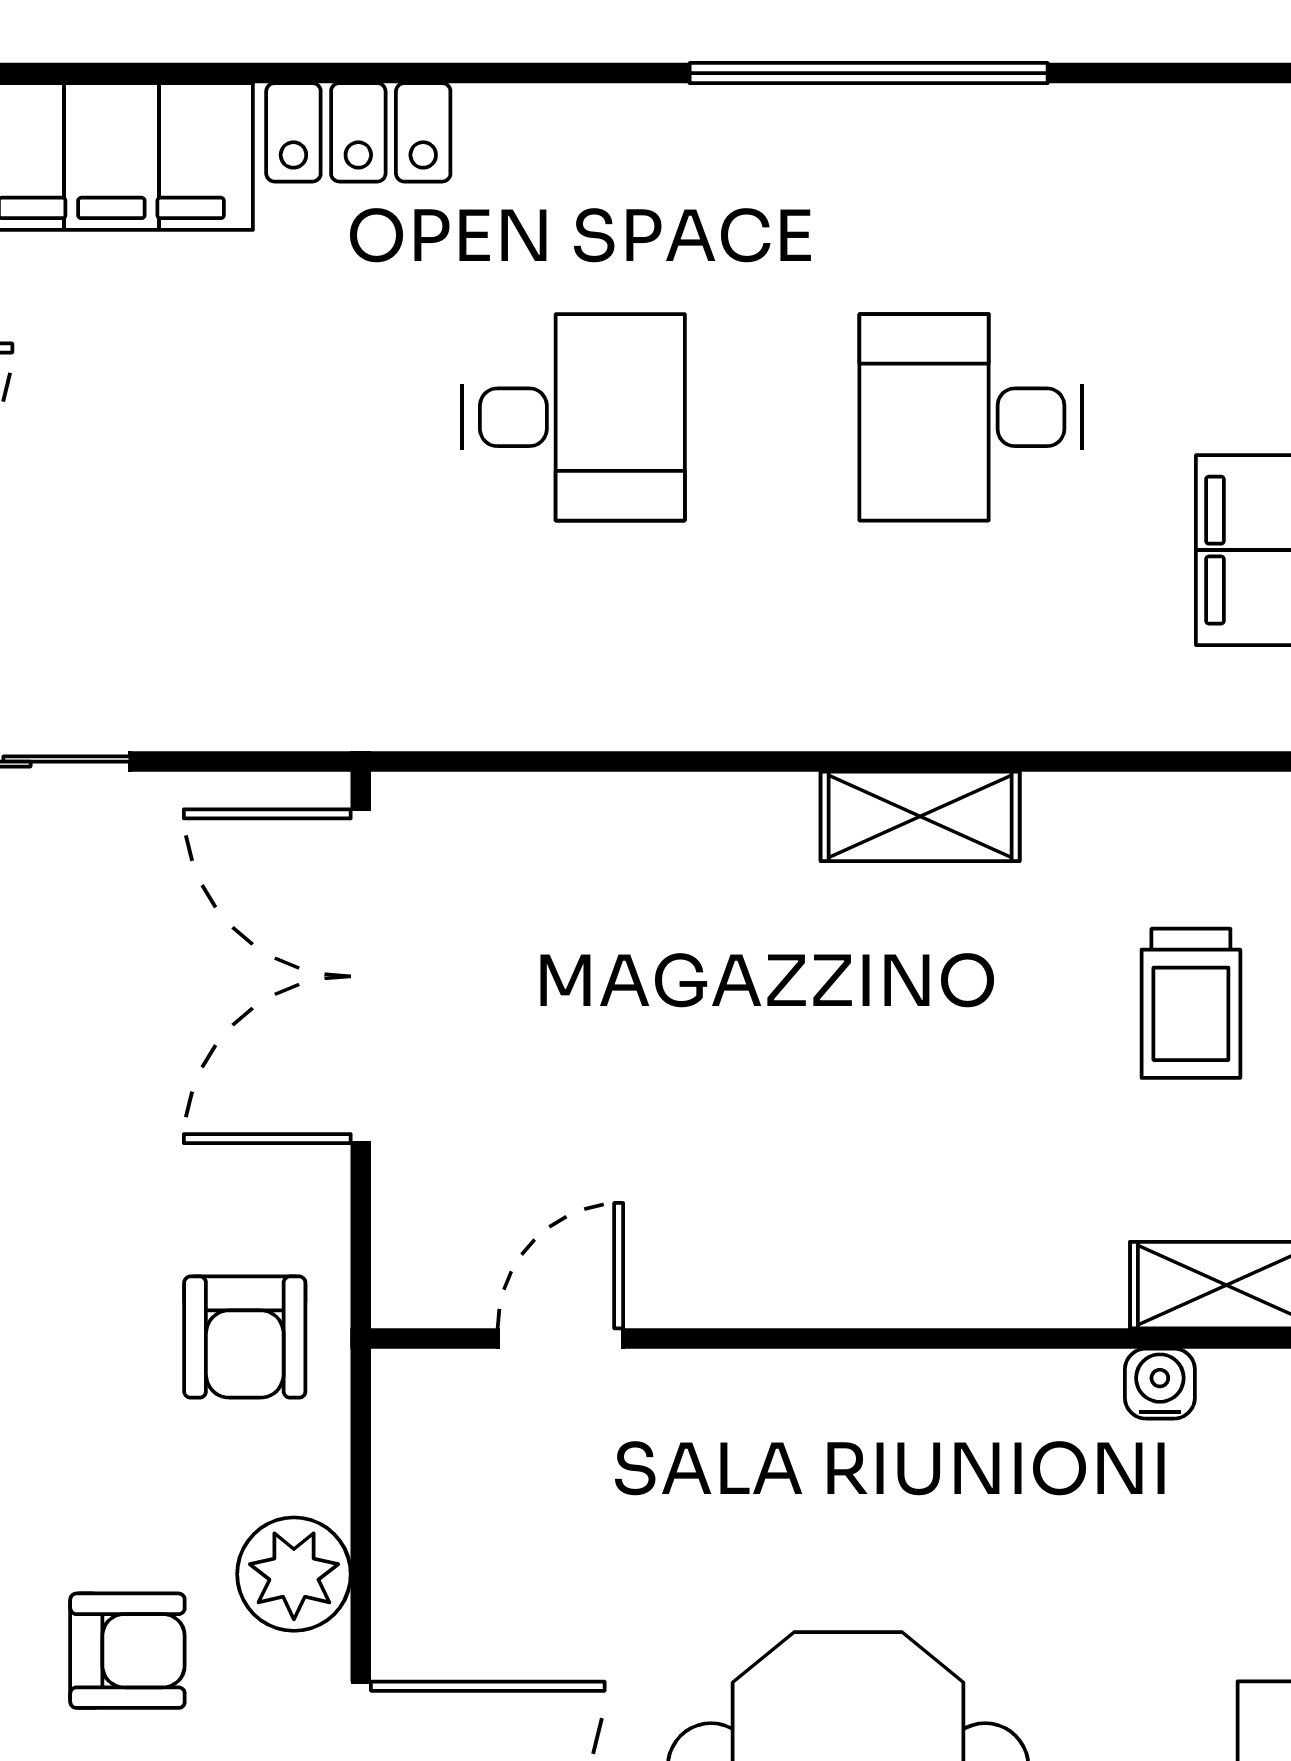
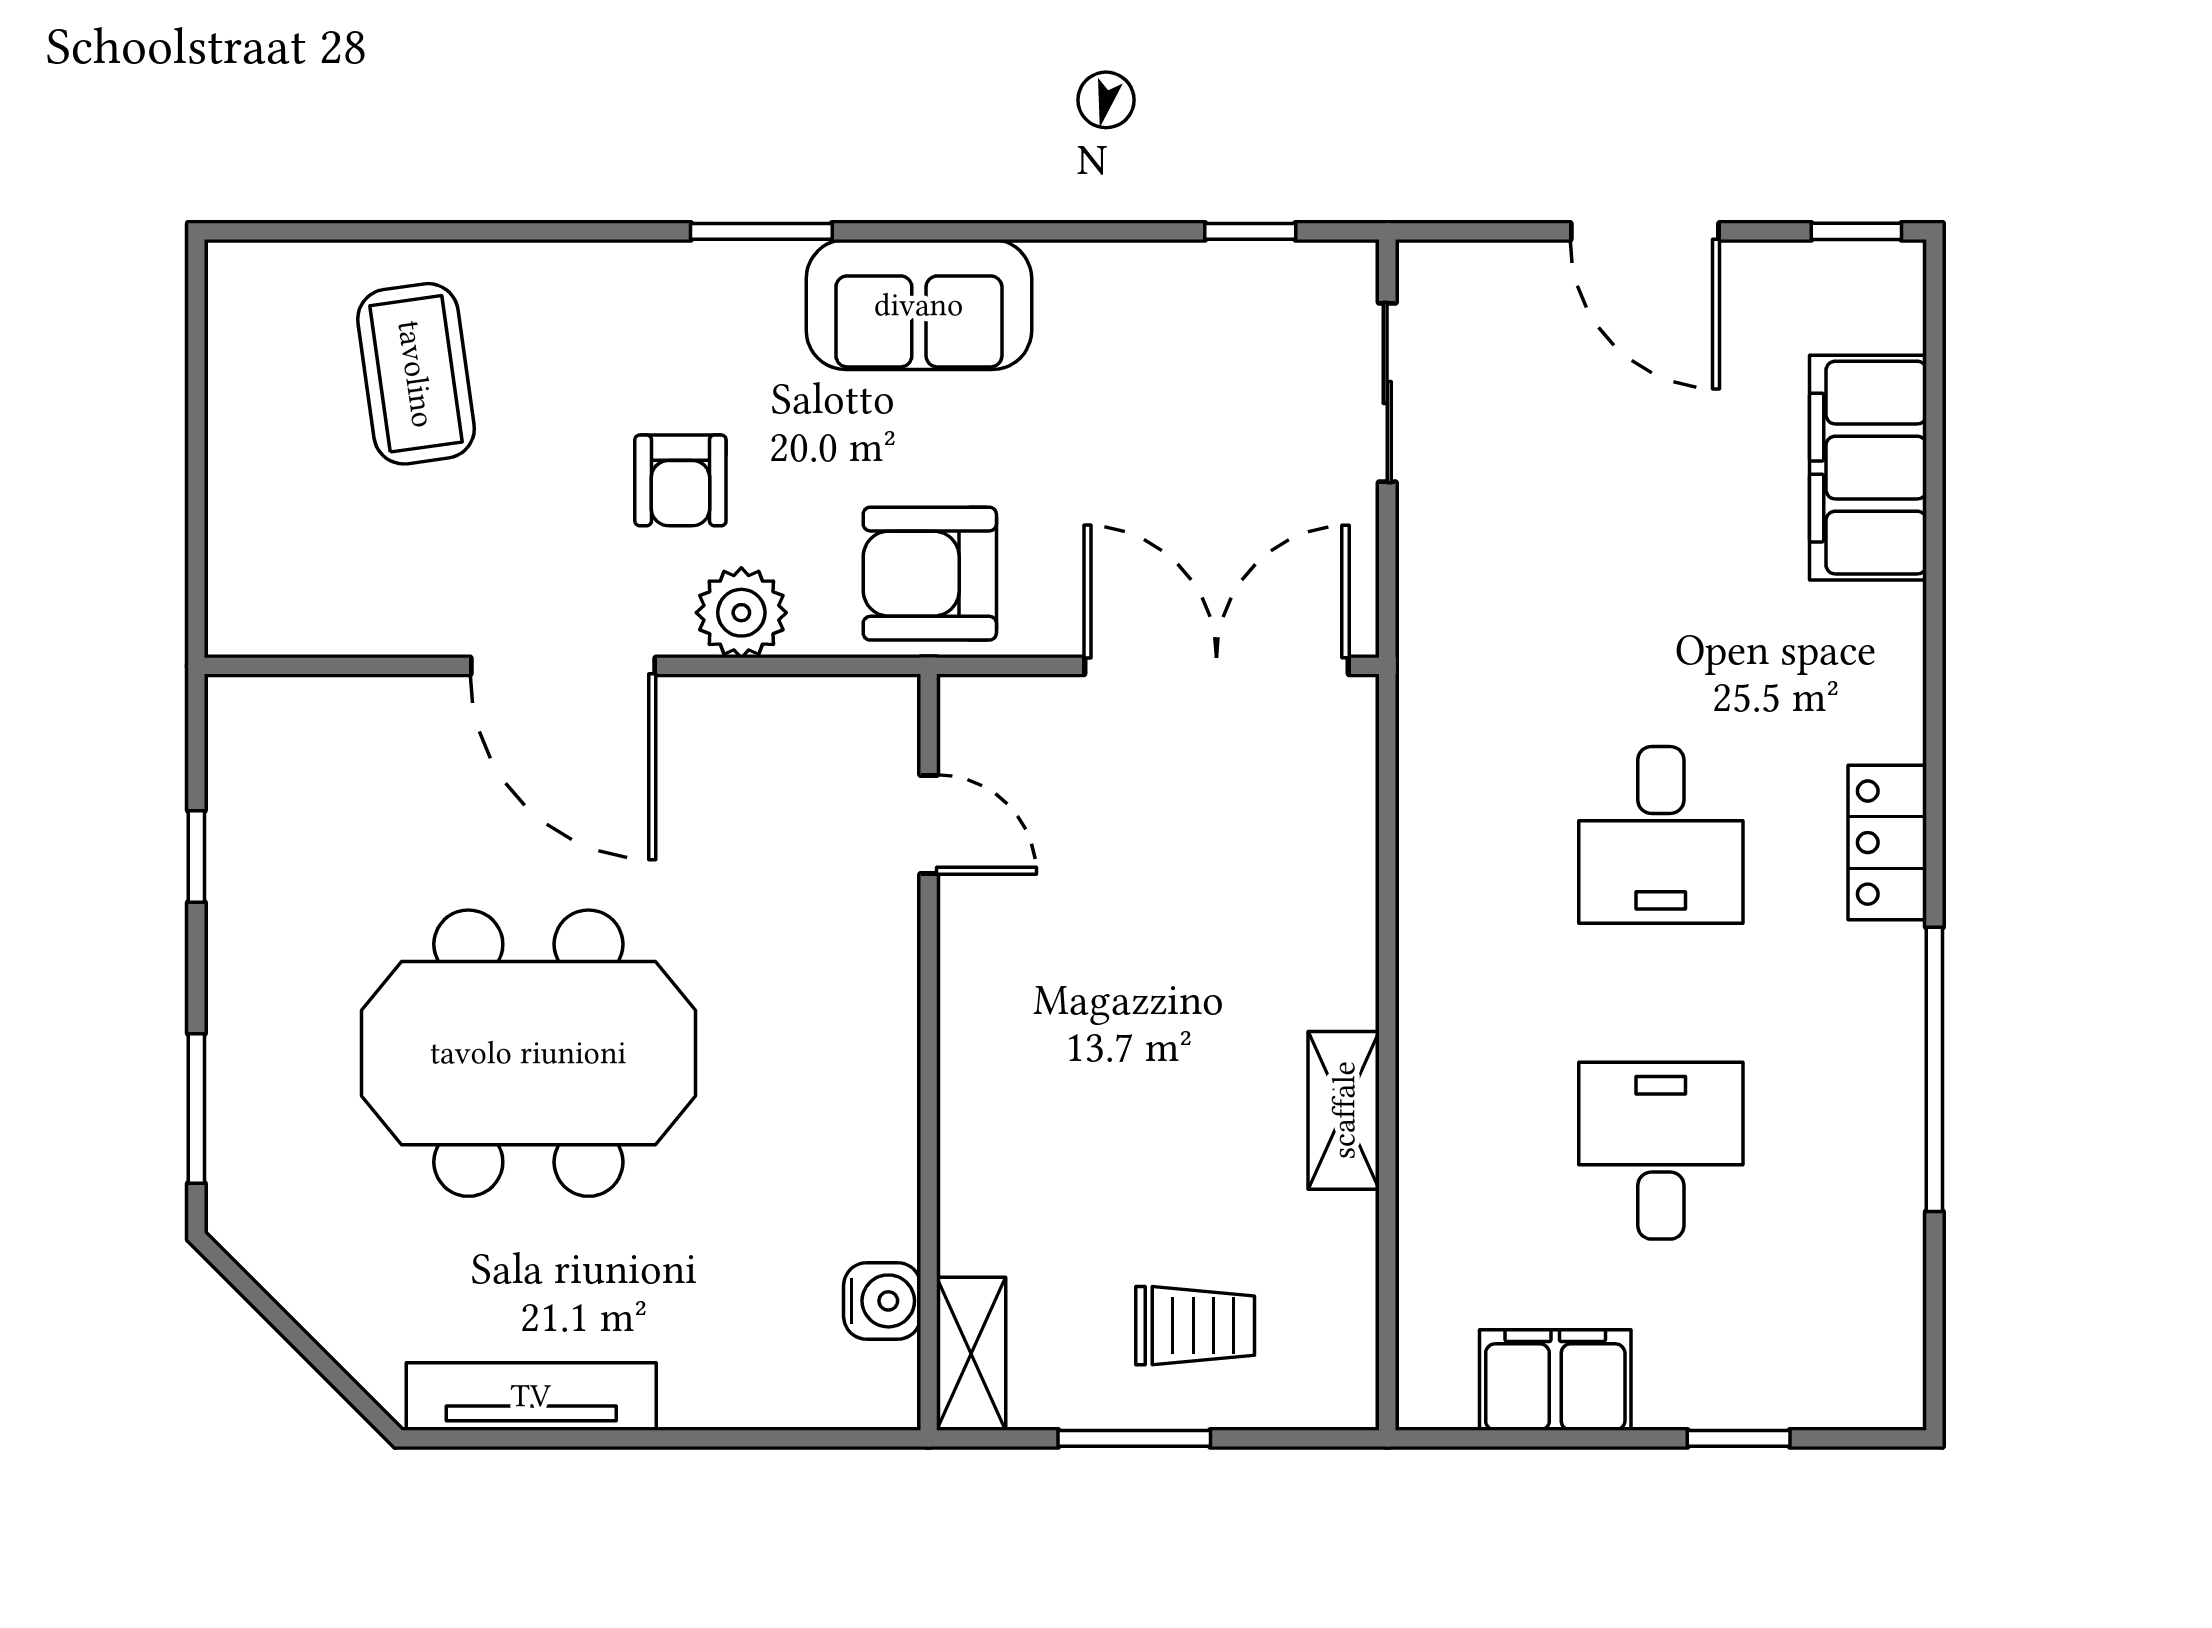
locker: (358, 132) -> (1887, 843), moved
trolley: (1191, 1003) -> (1195, 1326), turned 180
armchair: (245, 1337) -> (930, 574), width x1.38, depth x1.38
water cooler: (1160, 1384) -> (882, 1301), width x1.38, depth x1.38

